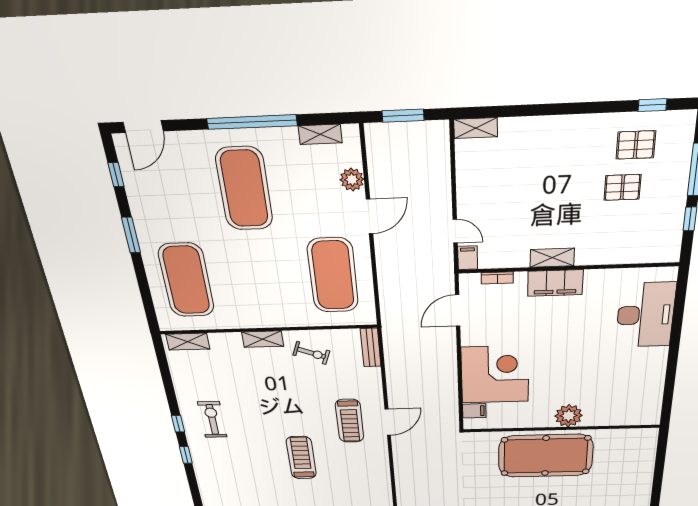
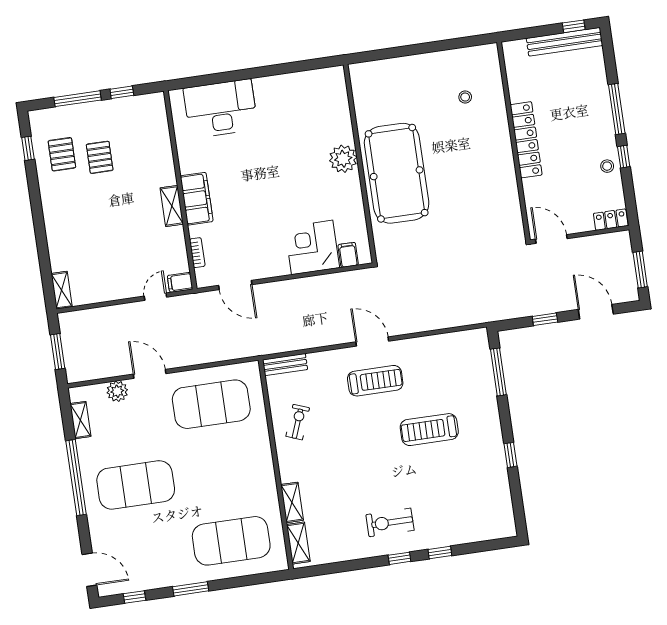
shelving: (263, 339) -> (292, 502), moved
corner desk: (495, 374) -> (312, 247), width x0.74, depth x0.74

